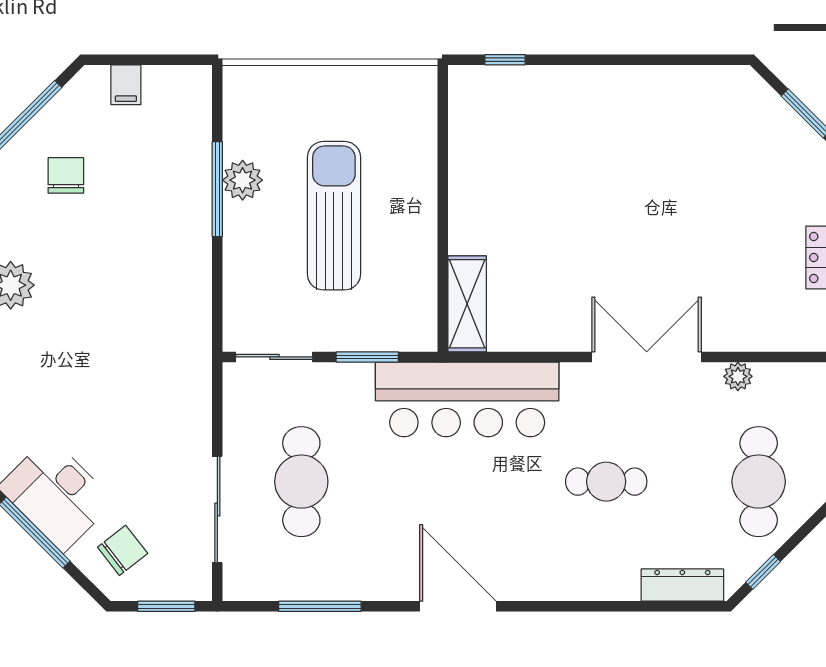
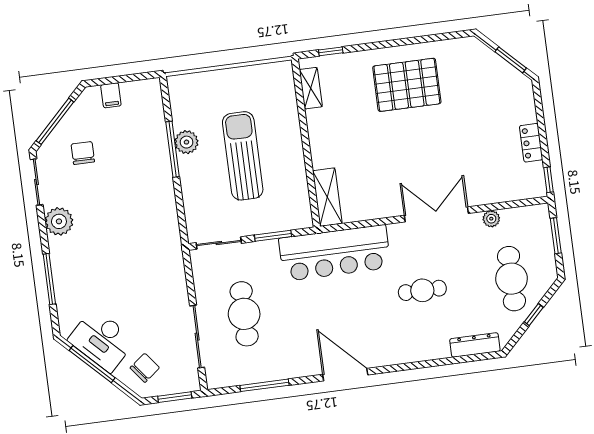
shelving: (463, 117) -> (311, 88), added
pallet: (626, 133) -> (407, 85), added
window: (763, 572) -> (534, 315), moved

